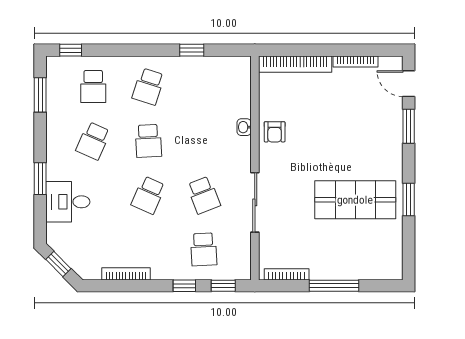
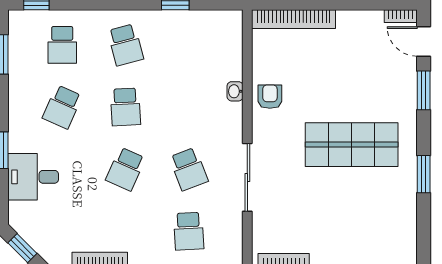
bookcase: (356, 62) -> (401, 16), moved, width x0.64
school desk: (148, 87) -> (125, 45), turned -33
armchair: (275, 132) -> (270, 97), turned 180
shop shelf: (355, 200) -> (352, 145), moved

